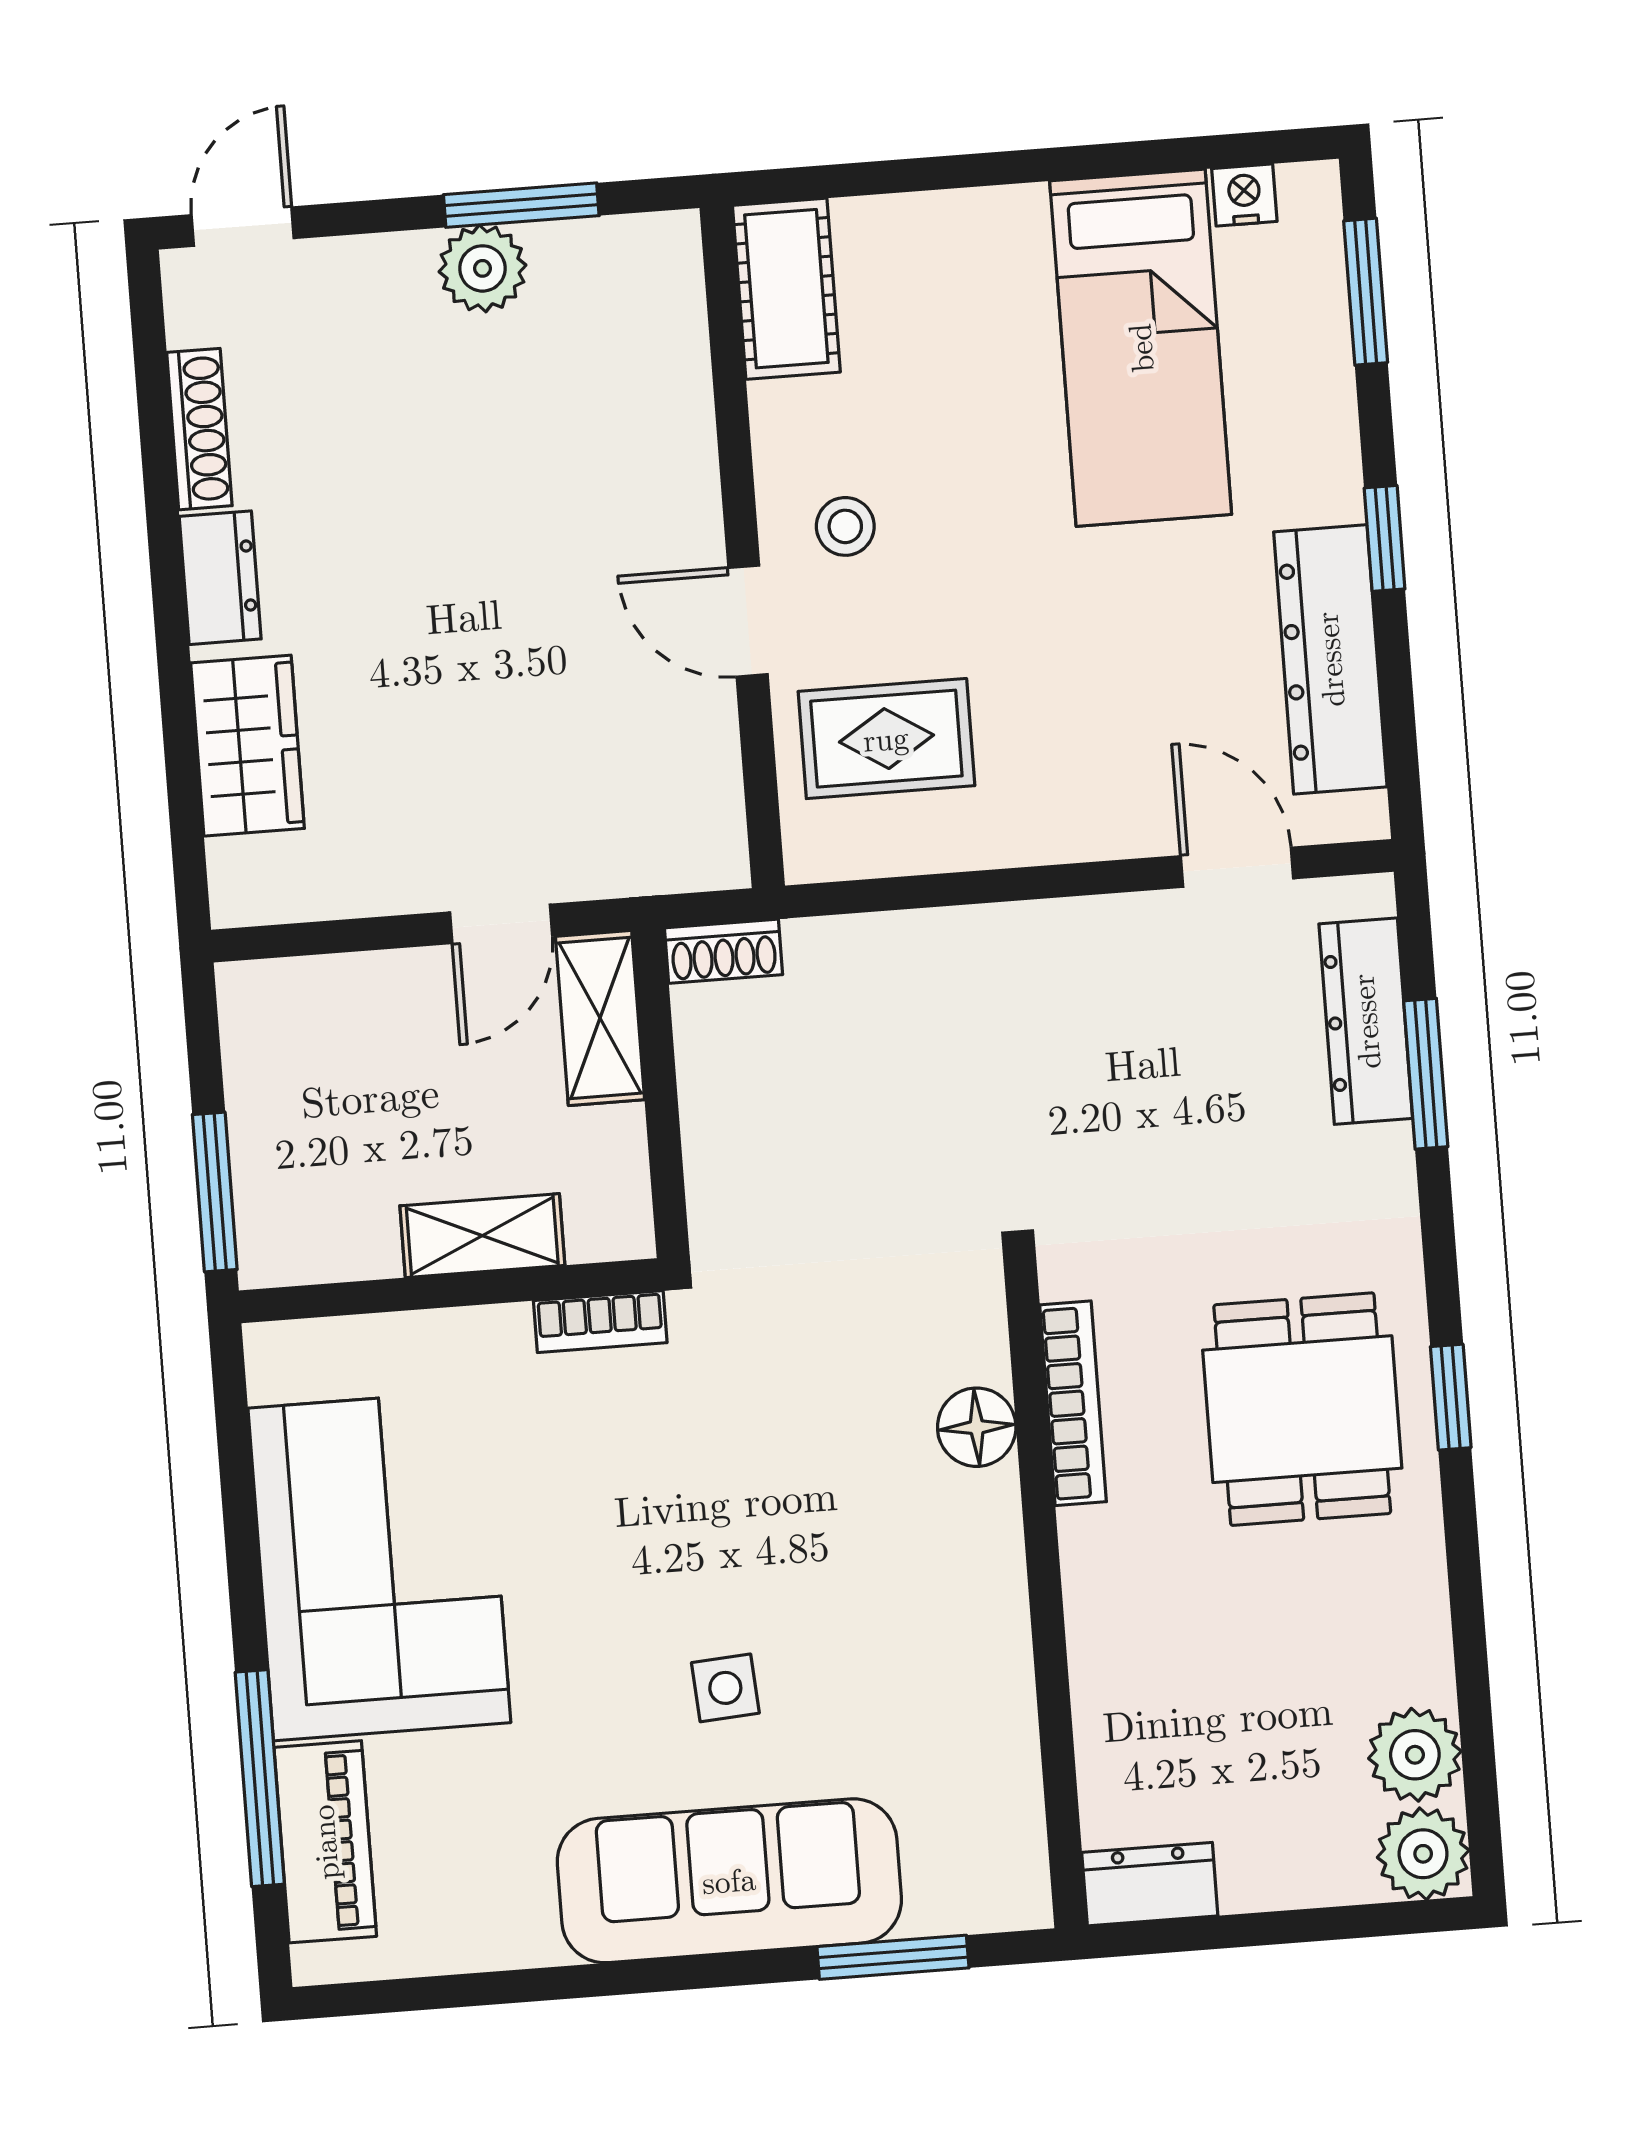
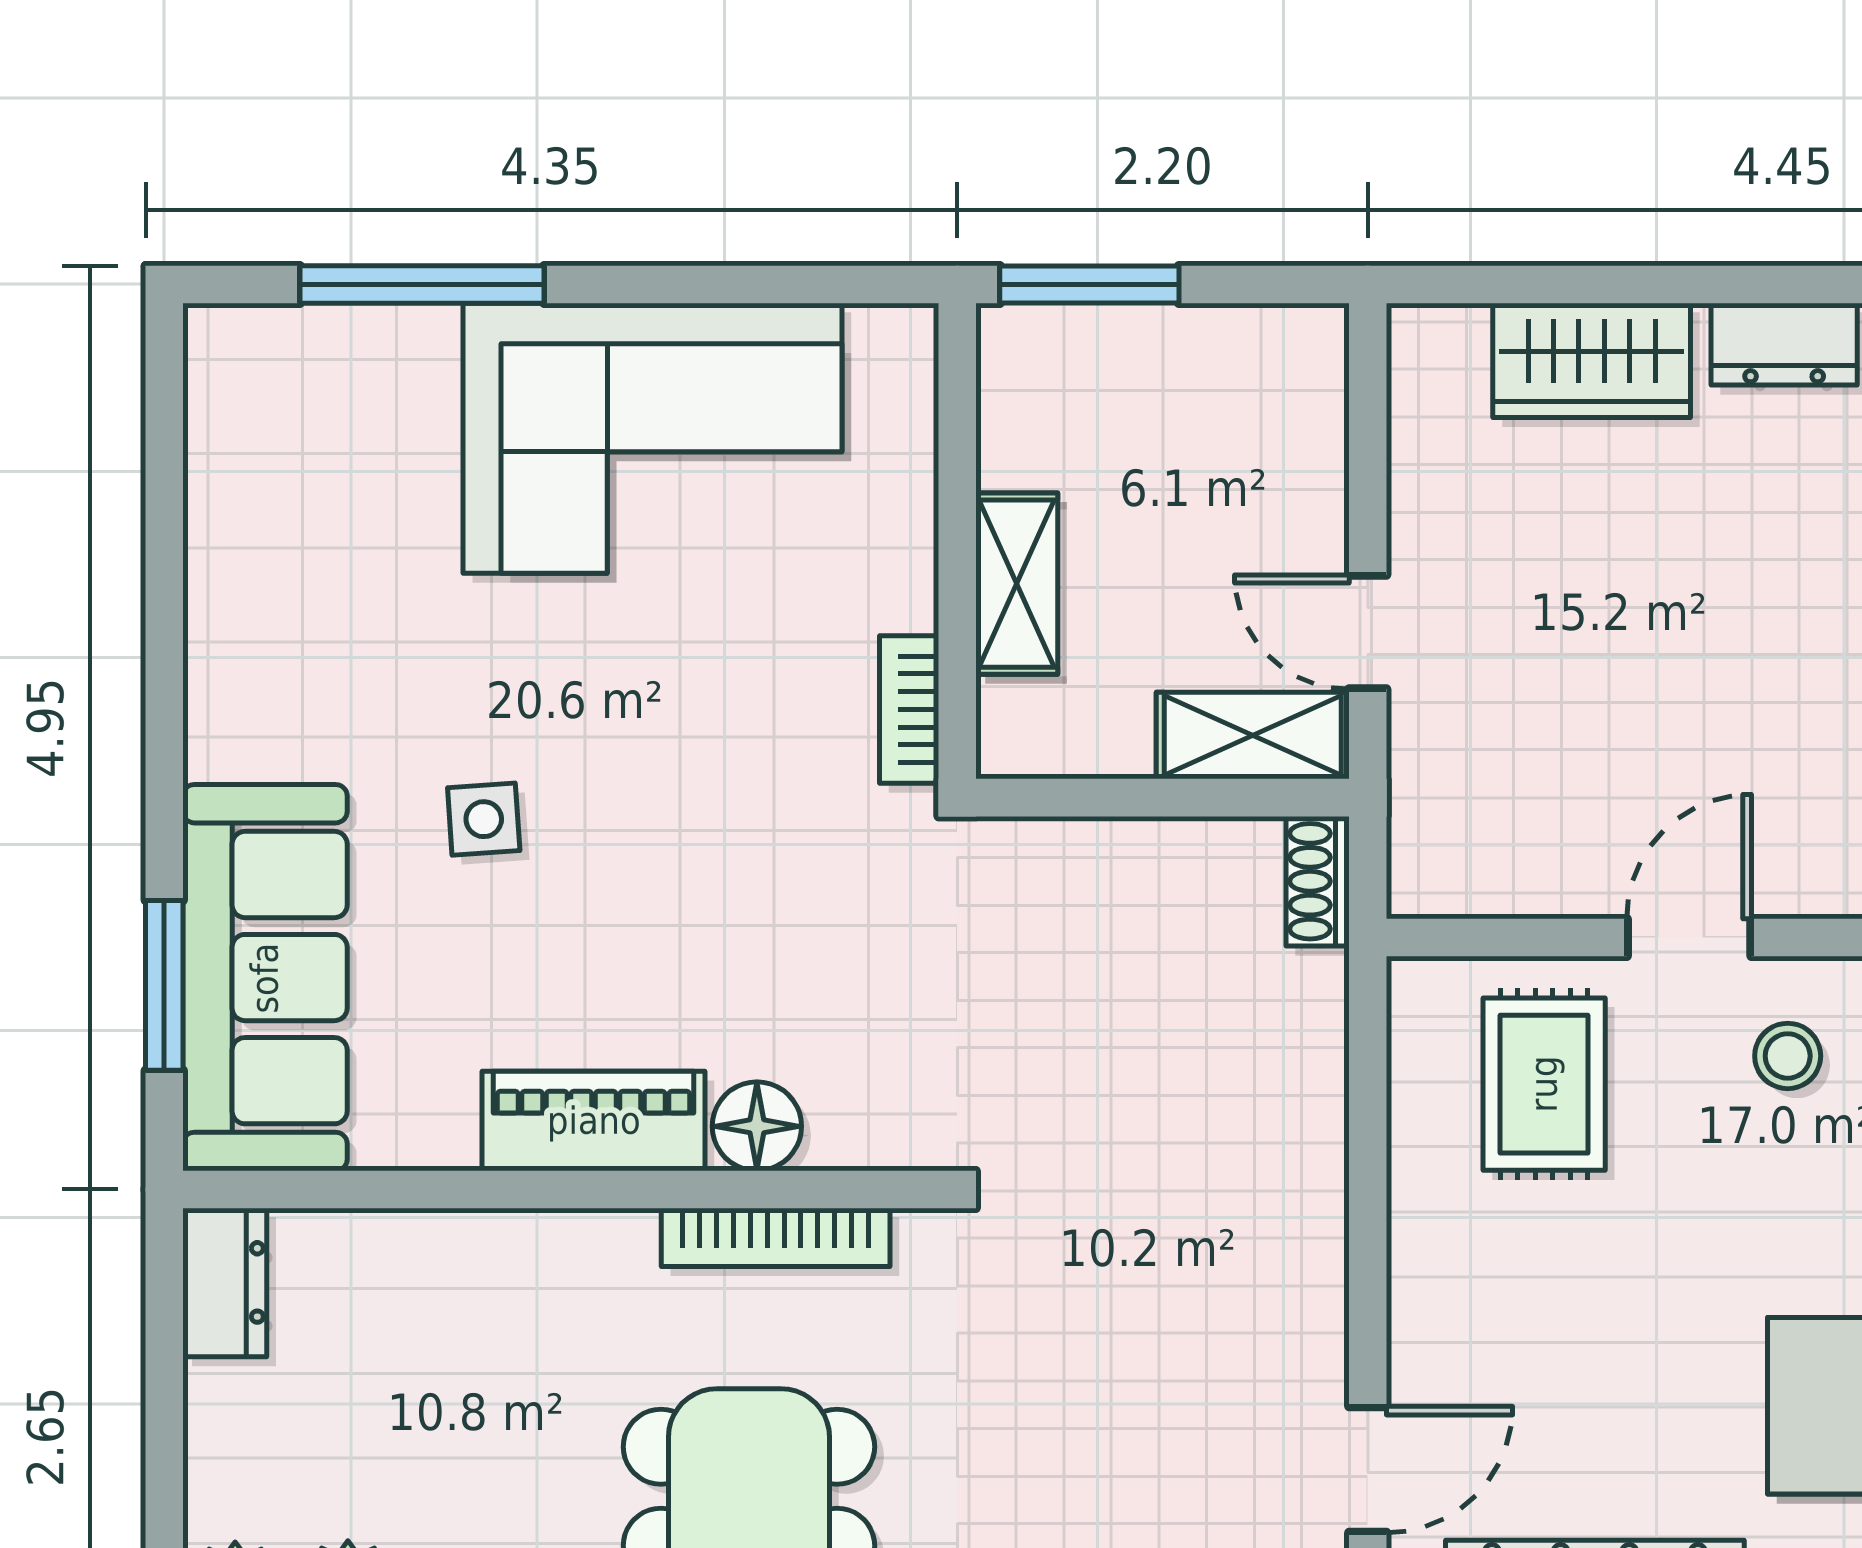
piano: (325, 1842) -> (594, 1121), moved, turned 180
sofa: (729, 1881) -> (265, 978), moved

